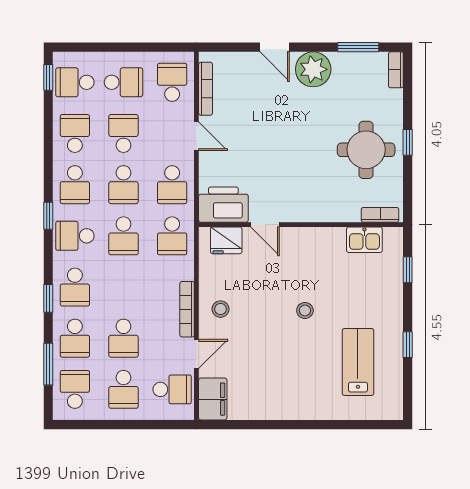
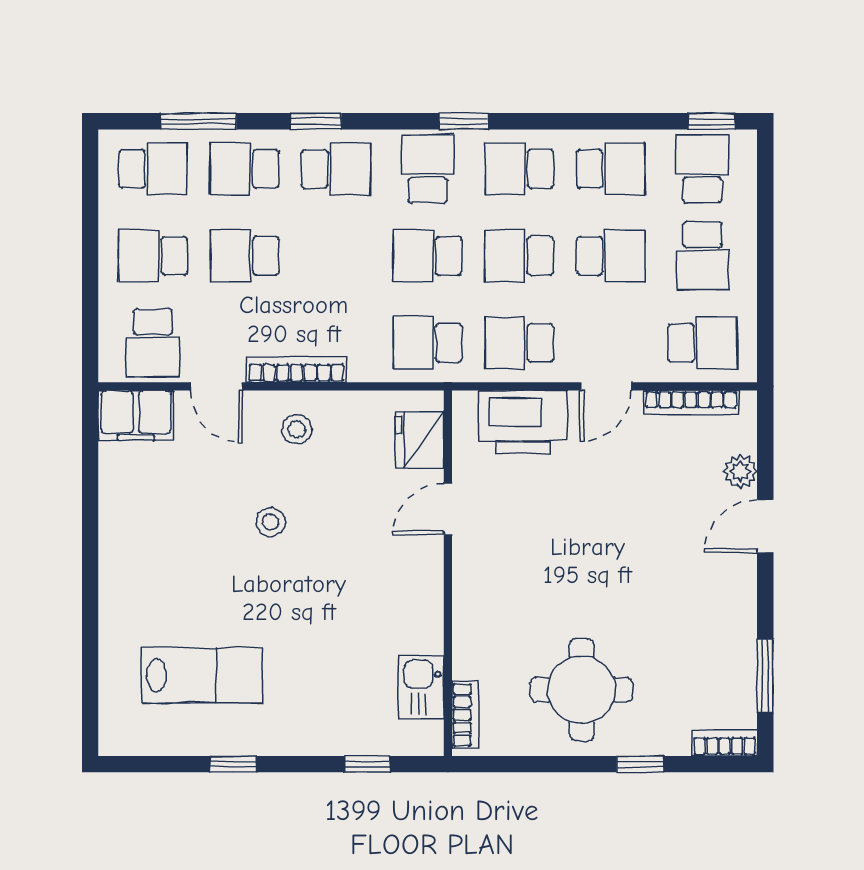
plant: (313, 69) -> (740, 471), moved, width x0.53, depth x0.53
window: (408, 142) -> (640, 764), moved
printer: (223, 205) -> (523, 422), moved, turned 90
school desk: (75, 287) -> (336, 169), turned 180
stool: (305, 310) -> (271, 522), moved

